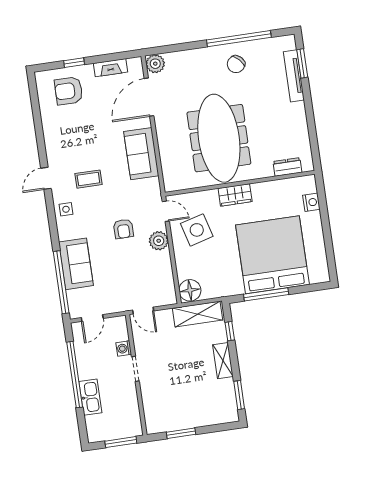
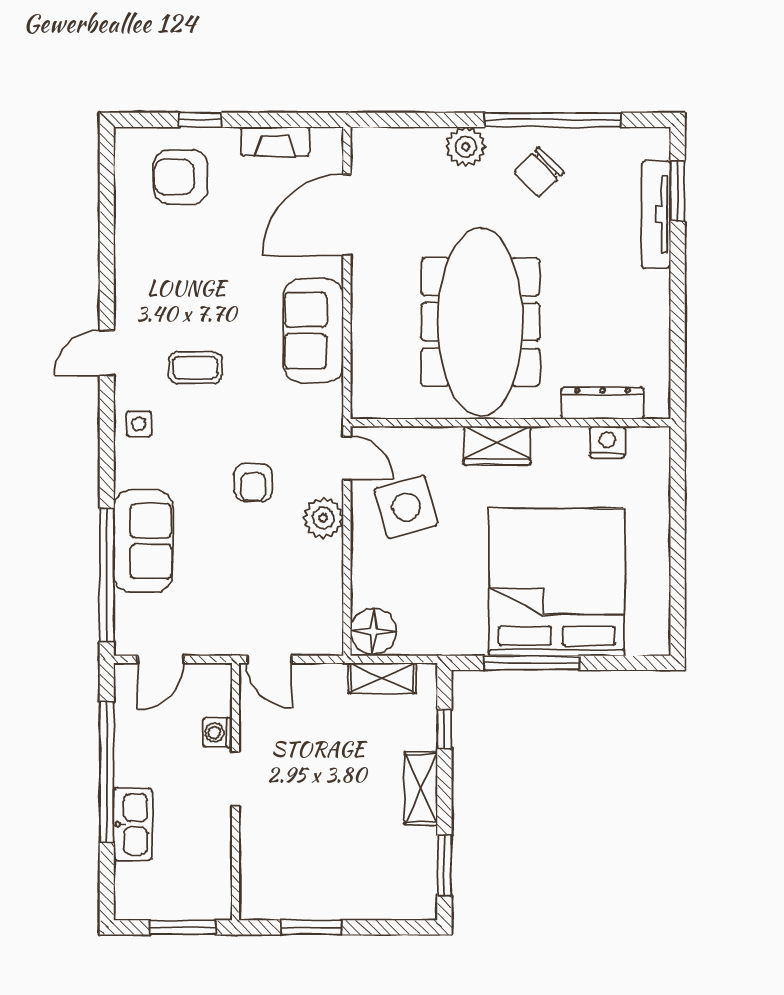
plant: (155, 64) -> (466, 147), moved
dresser: (287, 167) -> (602, 403), width x1.44
nightstand: (311, 202) -> (607, 442), moved, turned -90
shelving: (197, 314) -> (382, 678), width x0.67, depth x0.75

